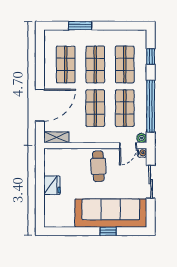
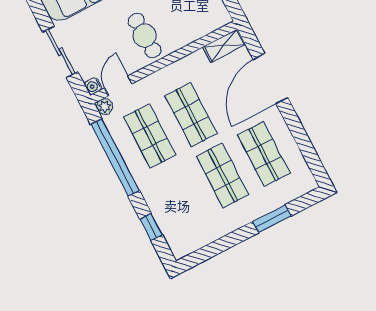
shop shelf: (125, 64) -> (181, 197), removed

